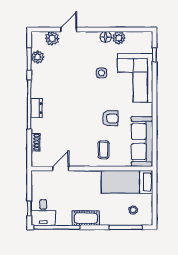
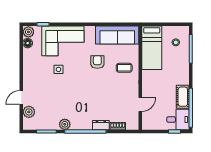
door: (69, 29) -> (21, 98), hinge flipped
floor lamp: (106, 37) -> (28, 43), moved
plant: (119, 38) -> (28, 32), moved
plant: (38, 57) -> (65, 124), moved
dresser: (37, 108) -> (101, 125), moved
door: (61, 169) -> (140, 104), swing flipped
cot: (86, 218) -> (183, 97), moved

